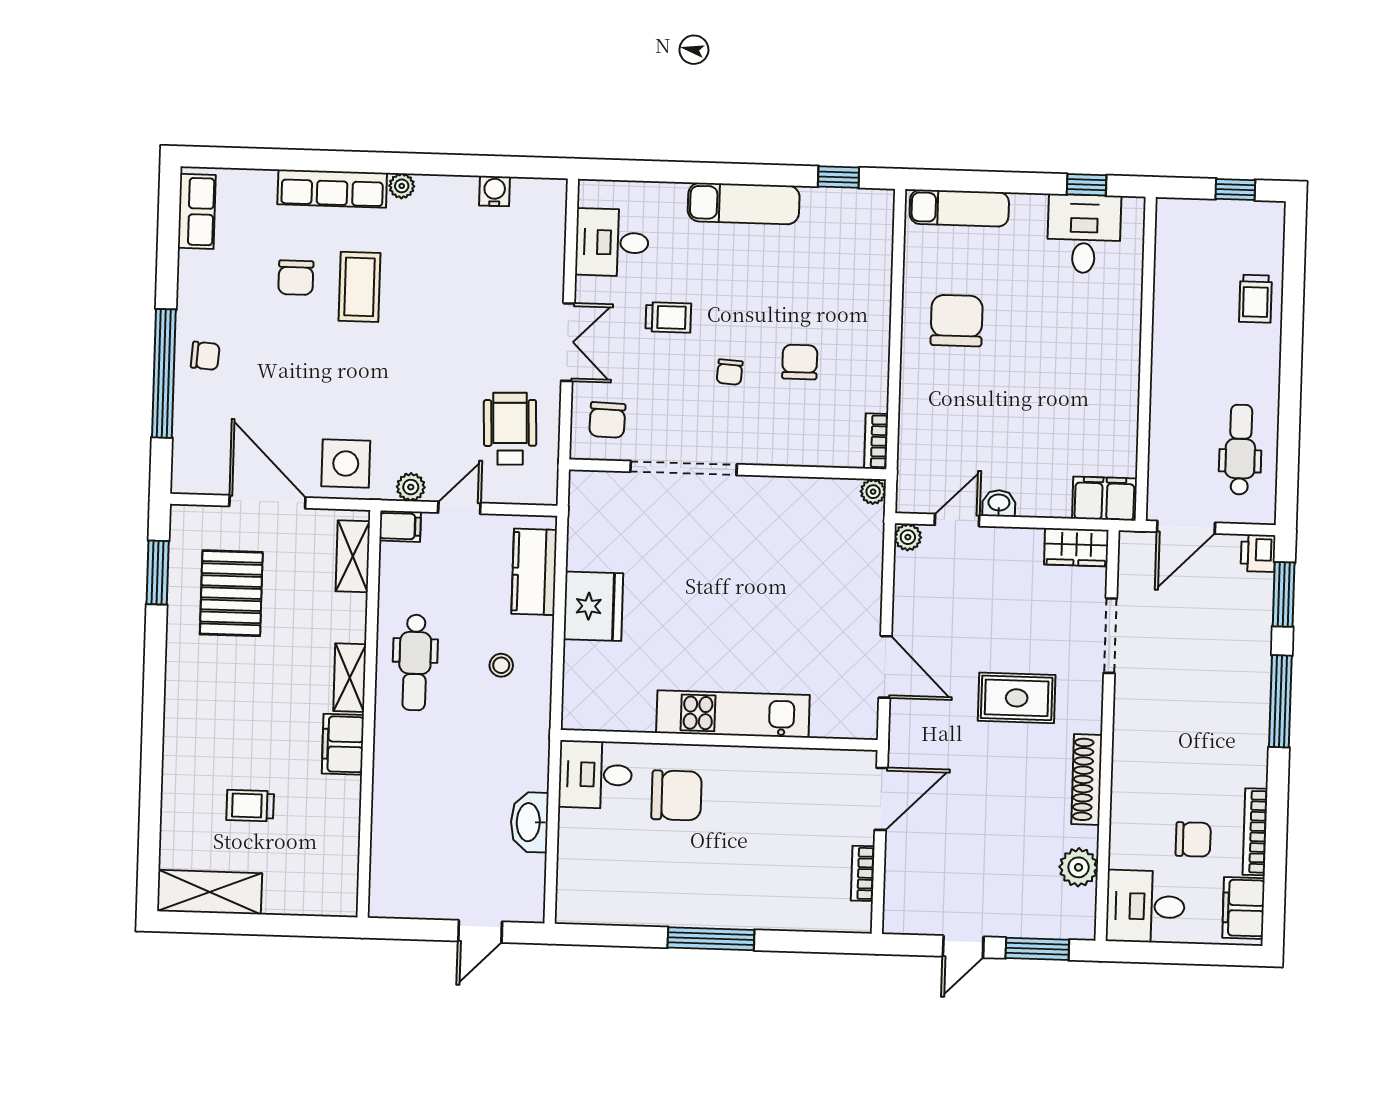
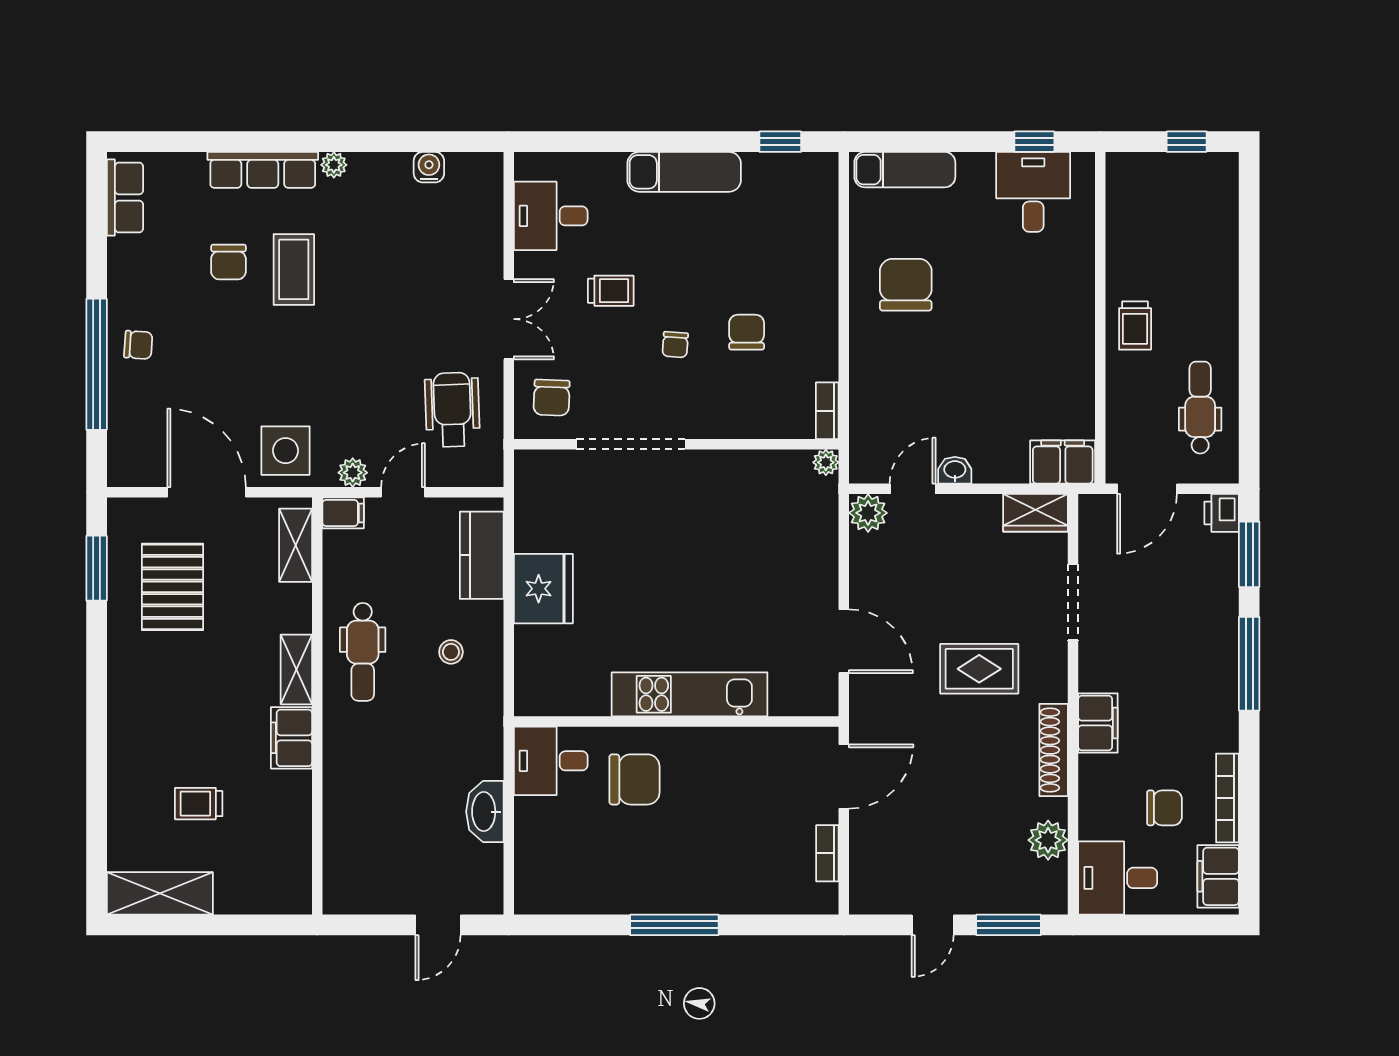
trolley: (1255, 299) -> (1135, 325), moved
plant: (908, 537) -> (868, 513), width x1.38, depth x1.38
filing cabinet: (1131, 755) -> (1098, 723), added

